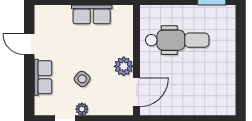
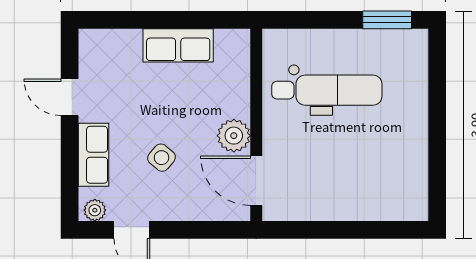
door: (137, 92) -> (256, 181), swing flipped
plant: (82, 109) -> (95, 210), moved

